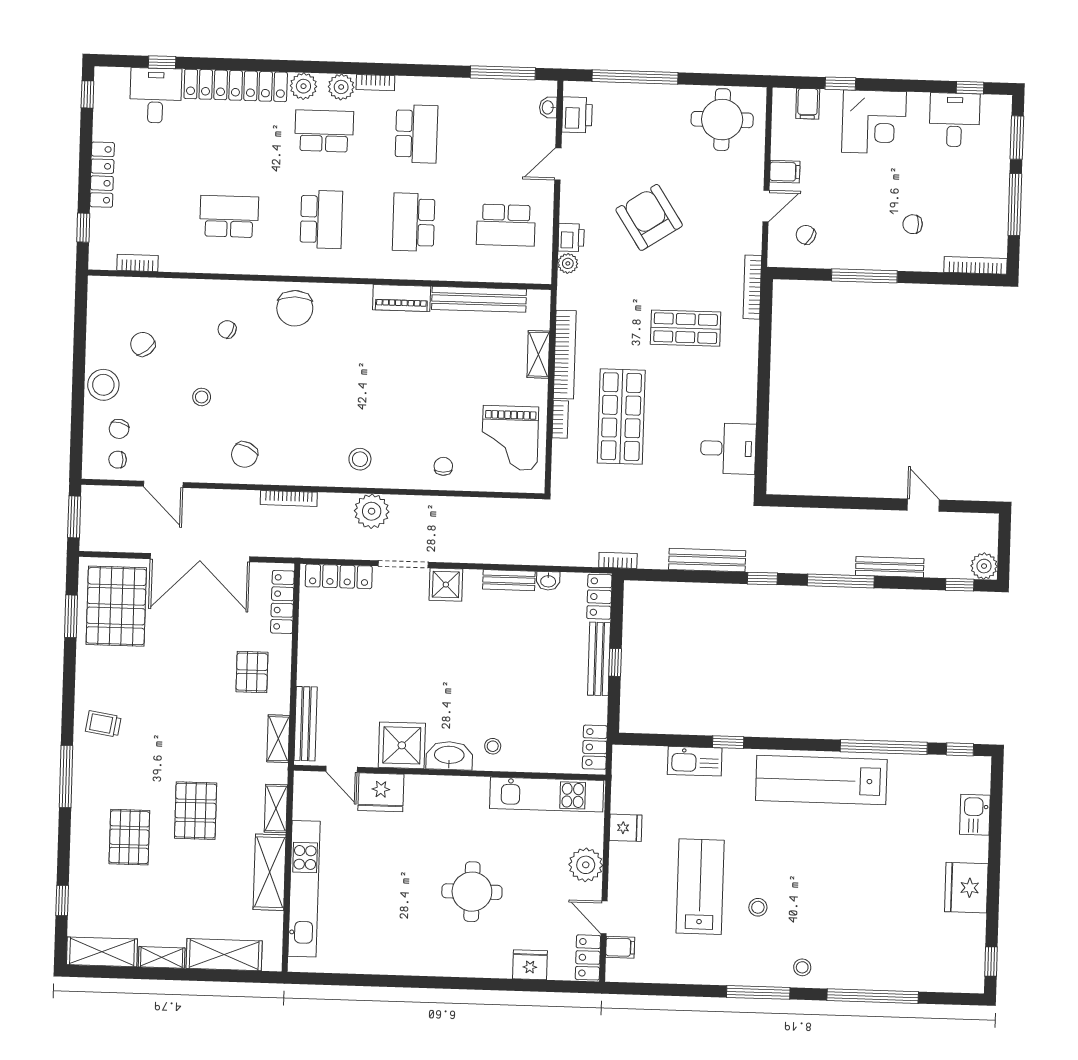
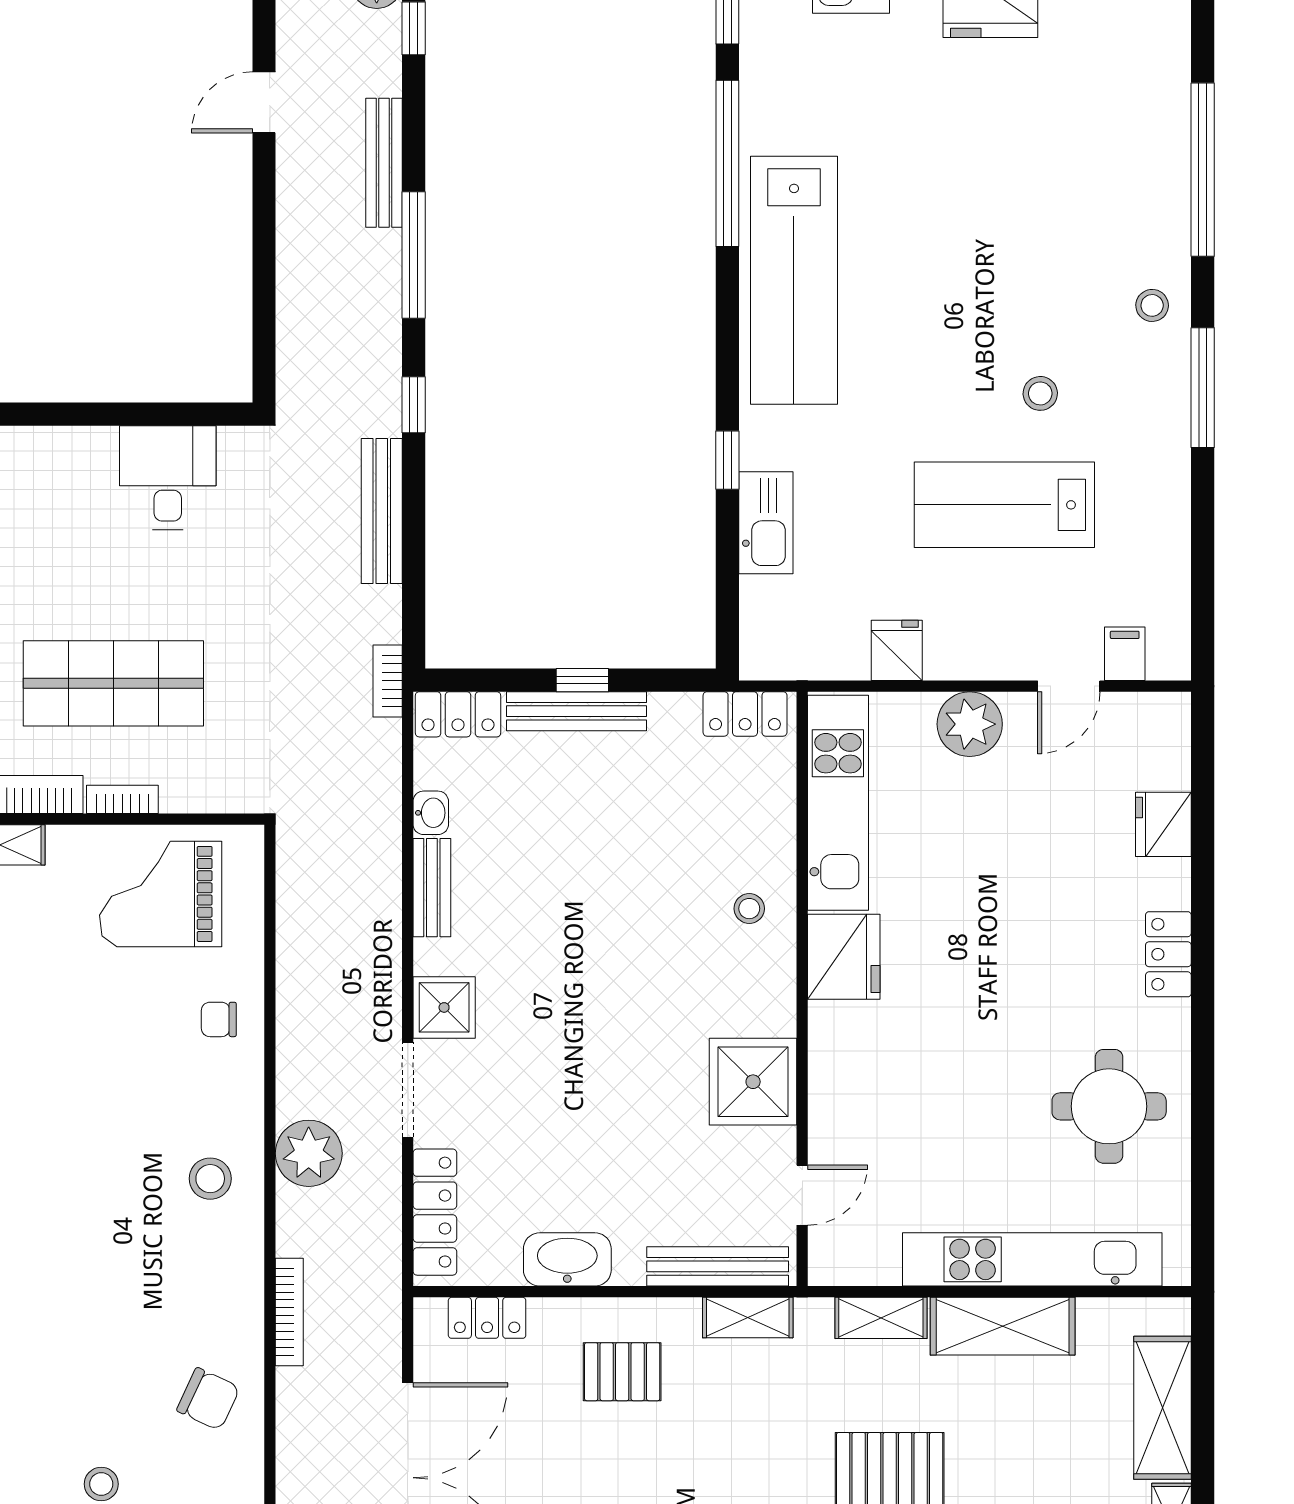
grand piano: (510, 438) -> (161, 894), turned 180
locker: (282, 602) -> (487, 1318), width x0.66
washbasin: (449, 756) -> (567, 1259), moved, turned 90
fridge: (381, 792) -> (844, 957), moved
round table: (472, 892) -> (1109, 1106), moved
locker: (588, 957) -> (1168, 954), moved, turned 90

